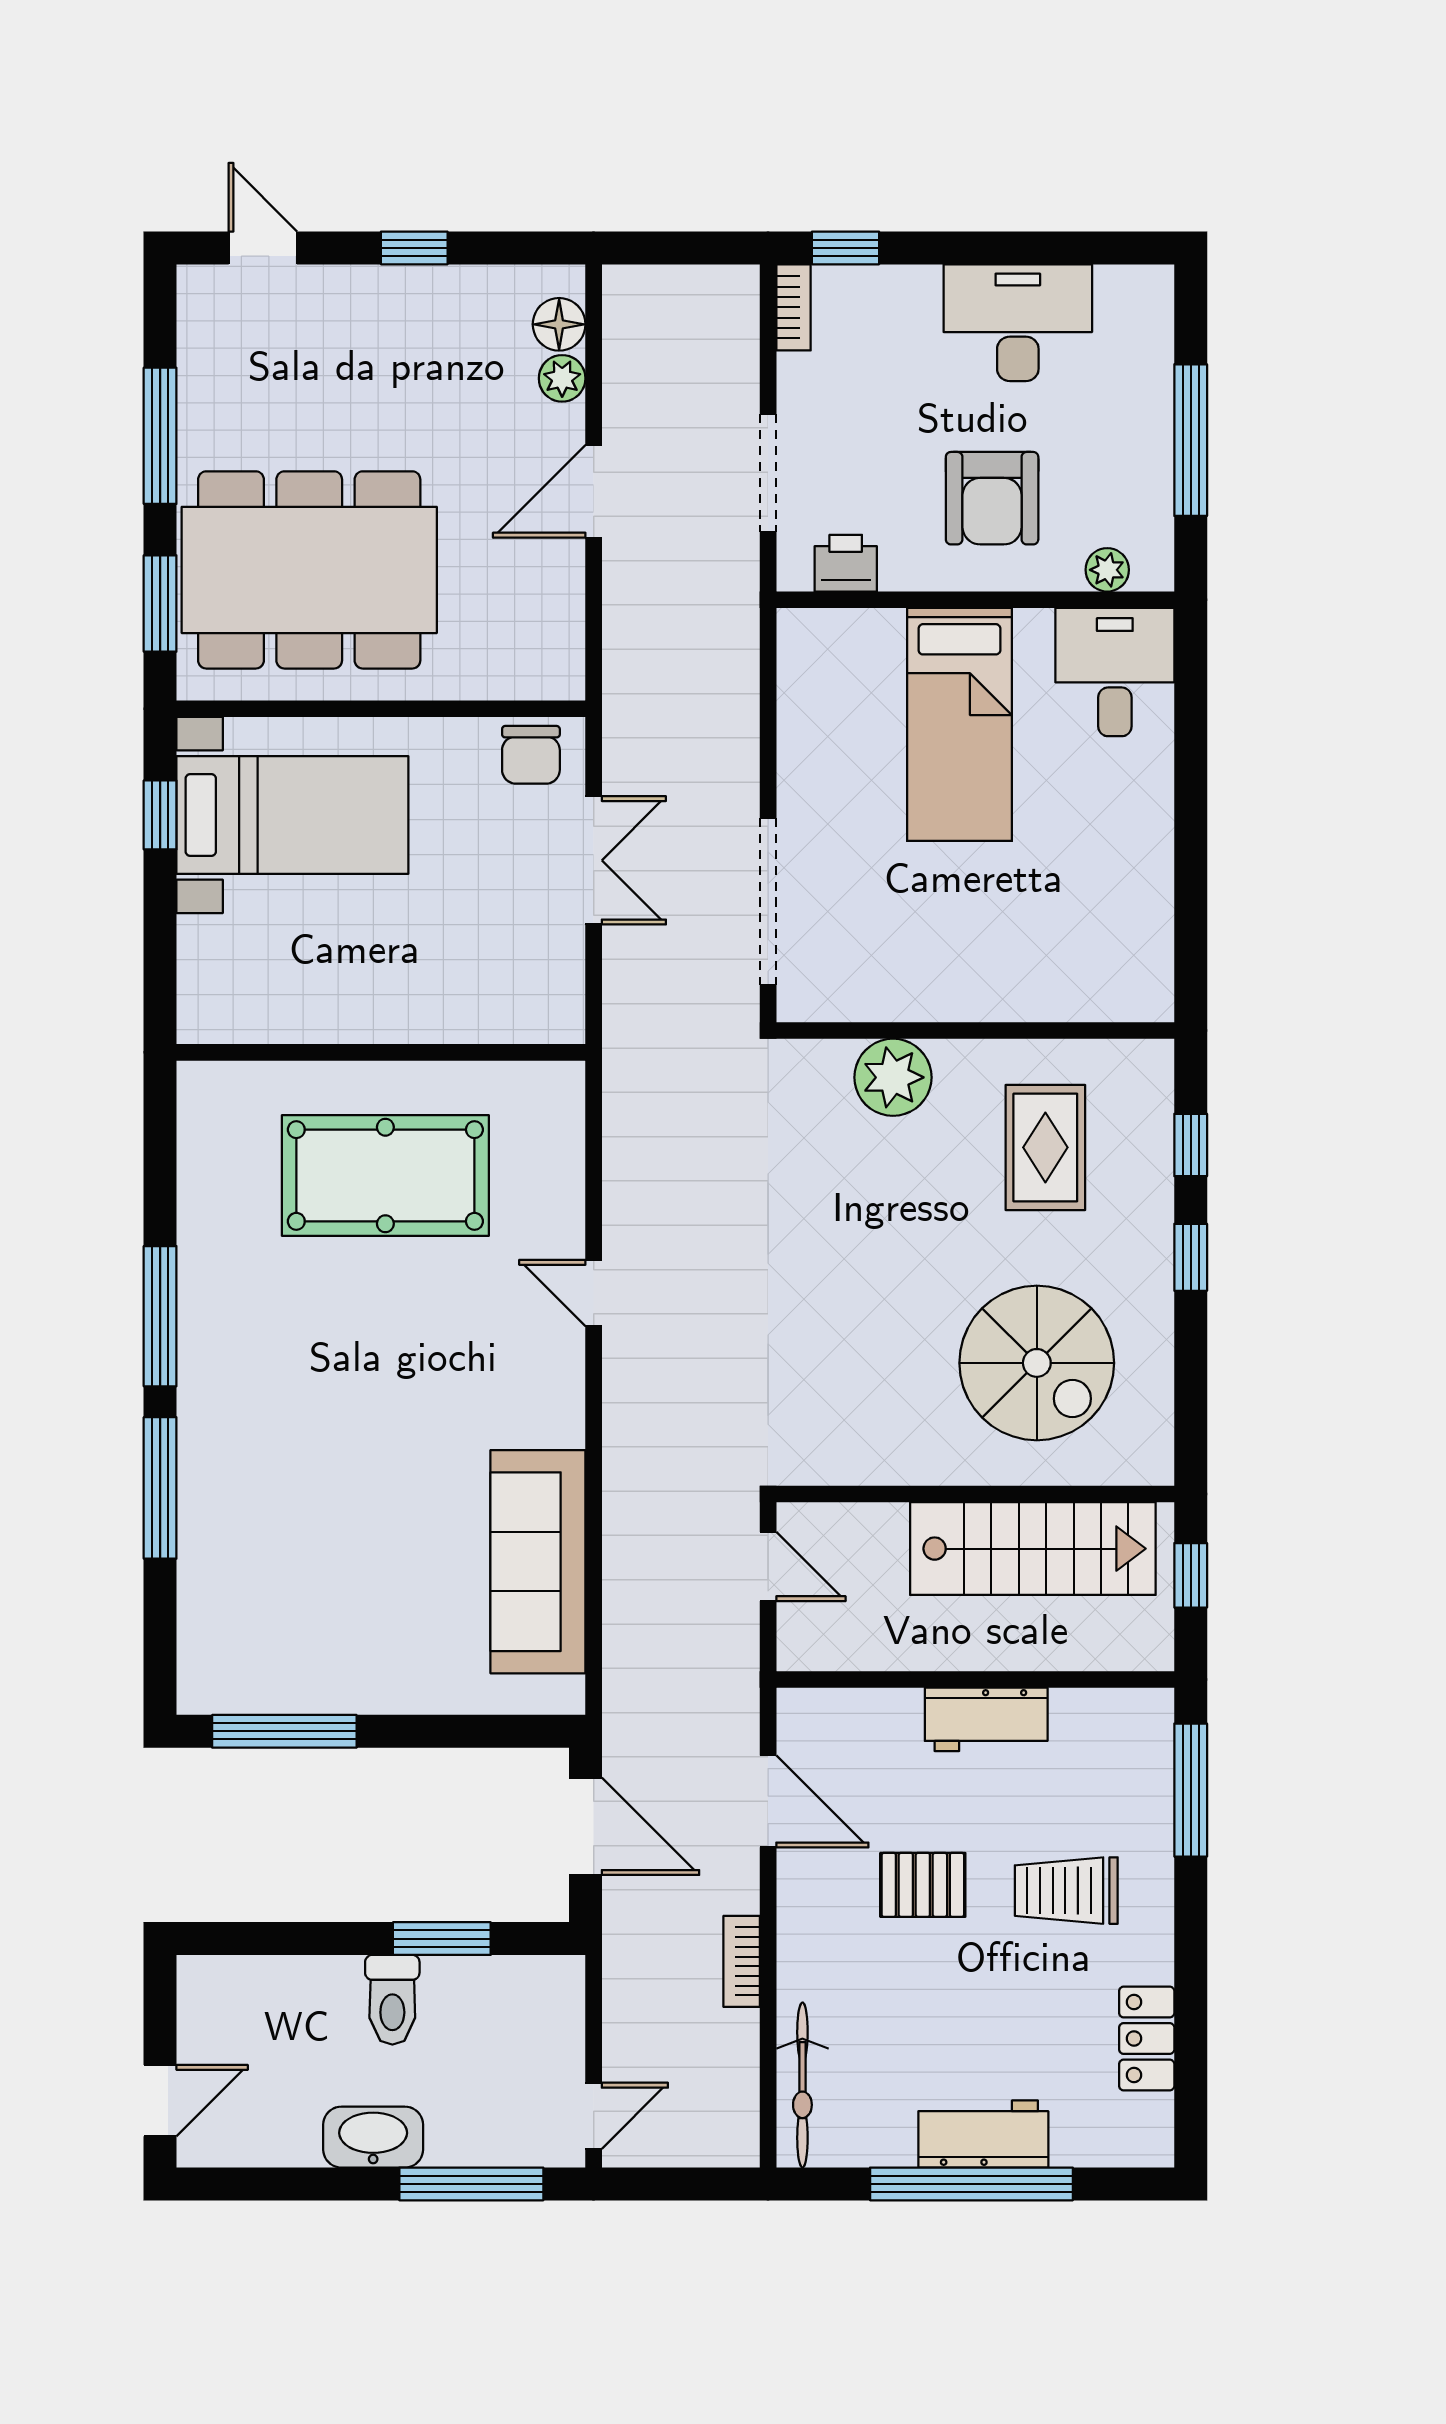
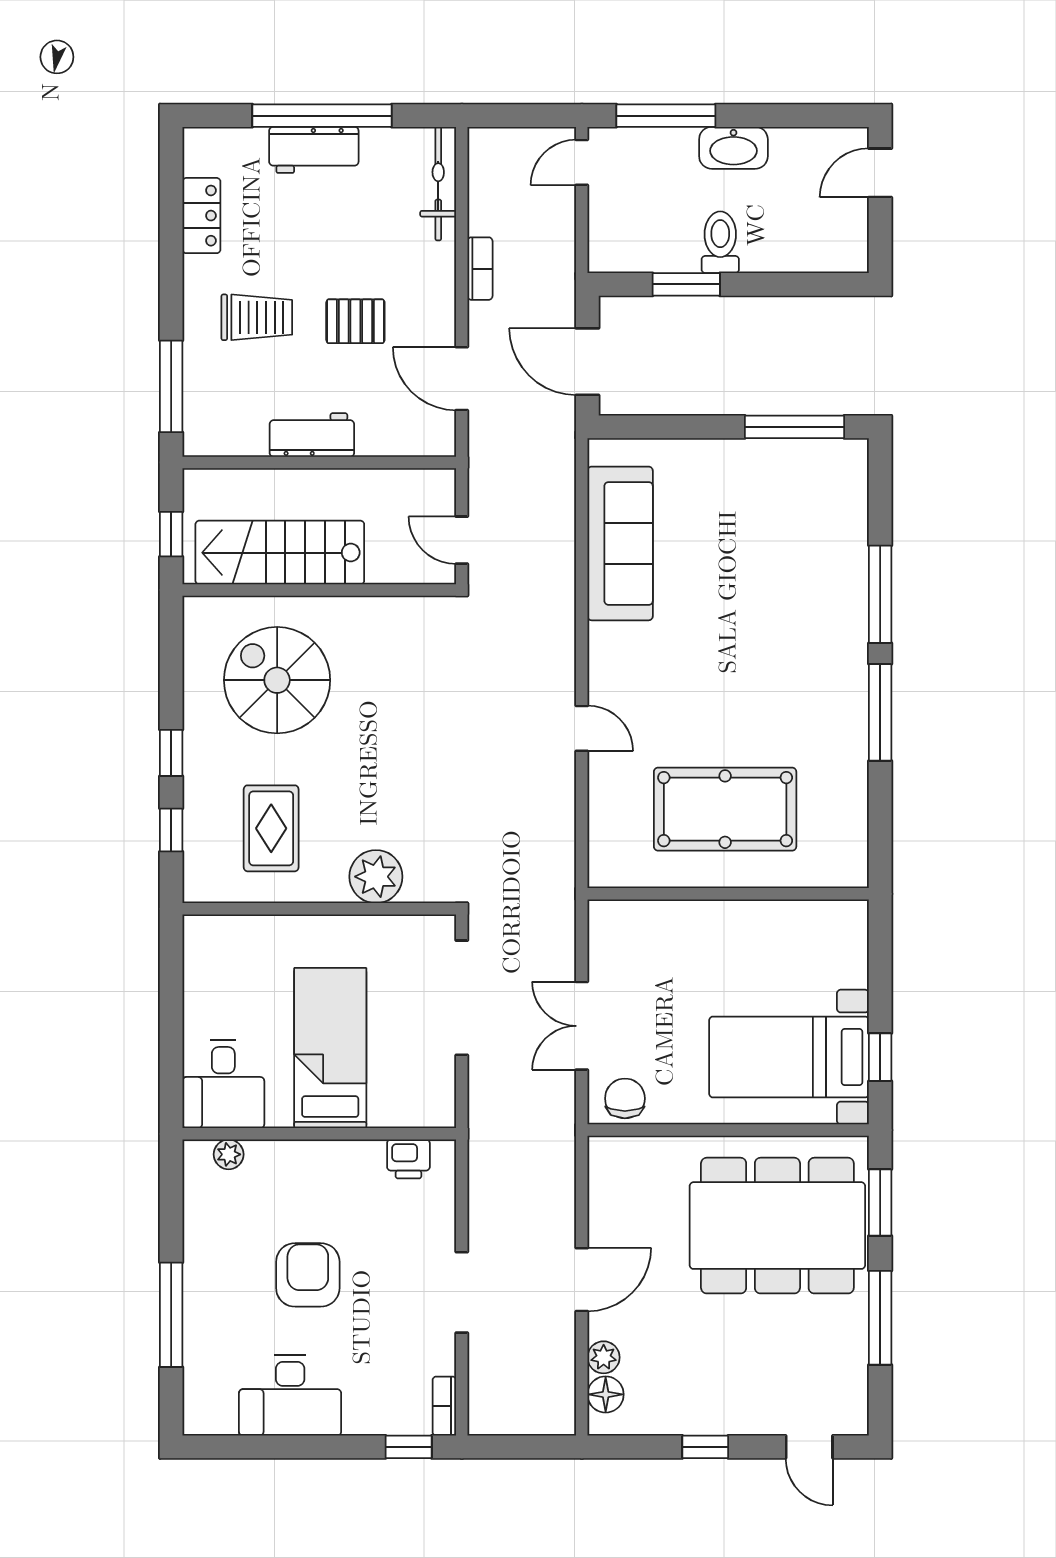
printer: (846, 563) -> (408, 1159), moved
plant: (1107, 570) -> (229, 1154), moved
wall: (975, 600) -> (319, 1134), moved
desk: (1115, 672) -> (223, 1084), moved
bed: (959, 724) -> (330, 1048), moved

